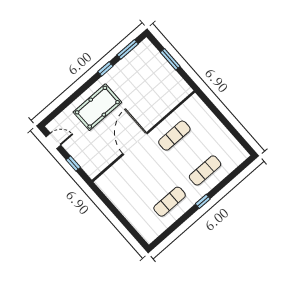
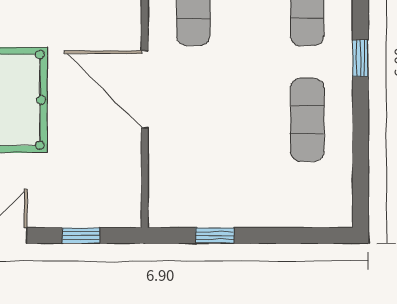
window: (109, 204) -> (215, 235), added

